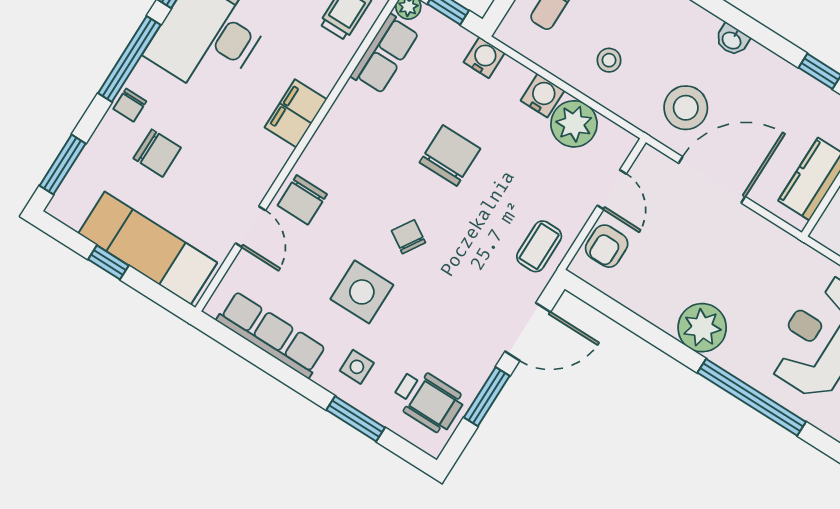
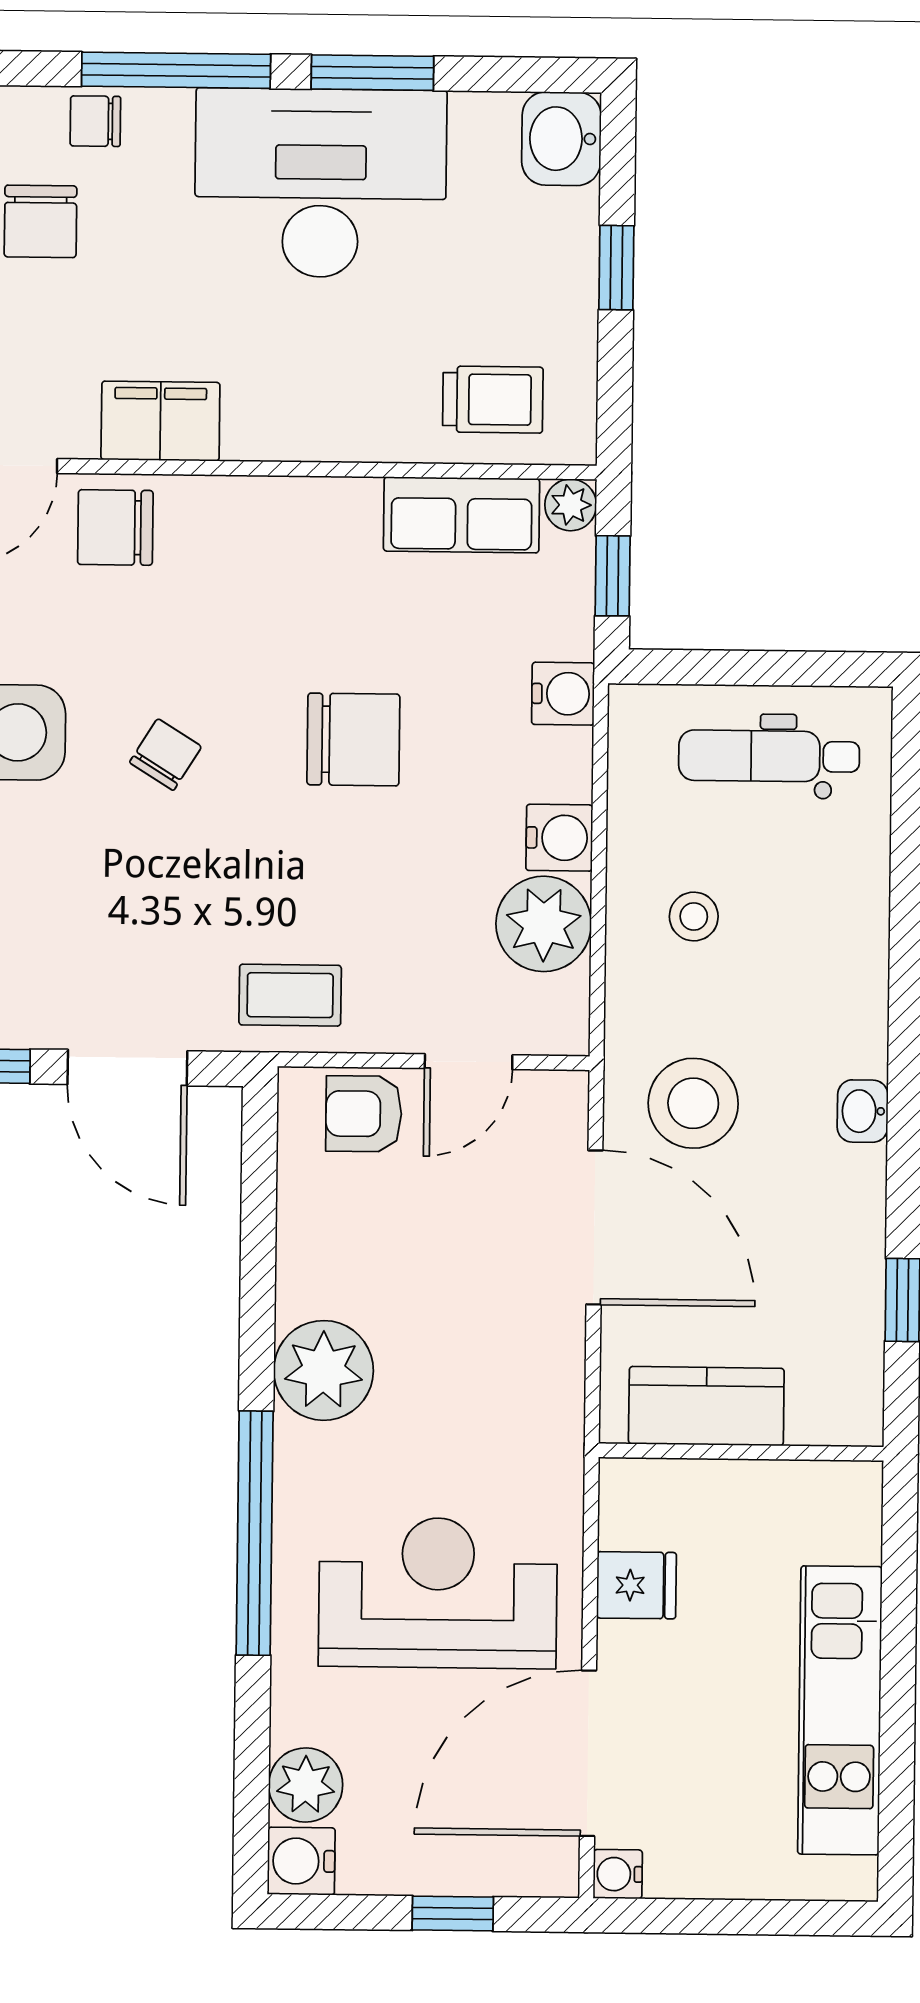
filing cabinet: (296, 113) -> (160, 421), moved

